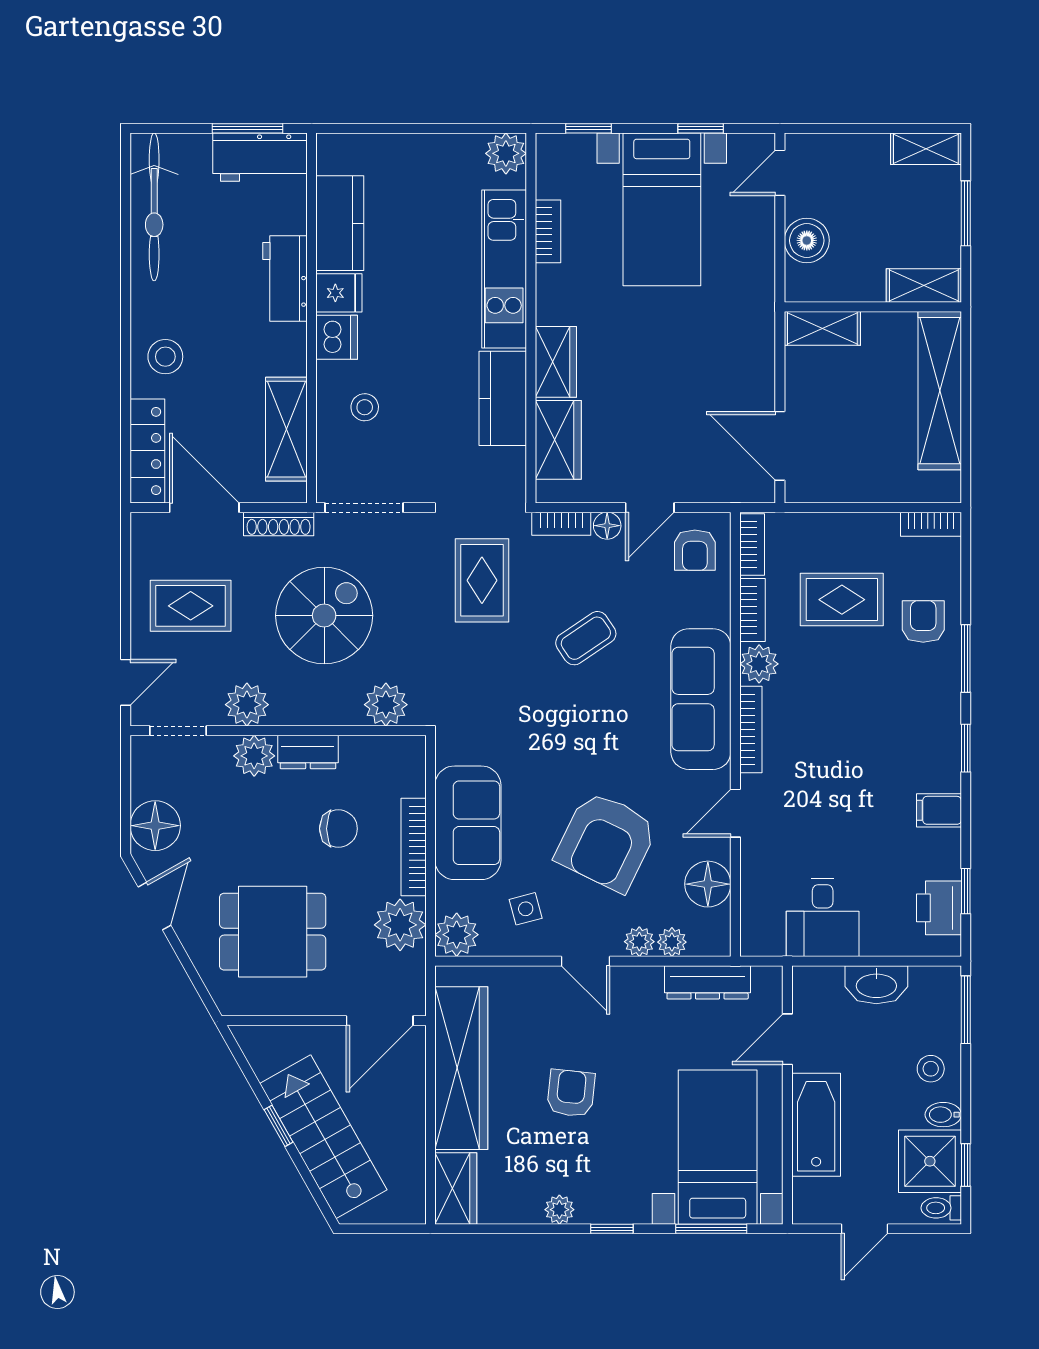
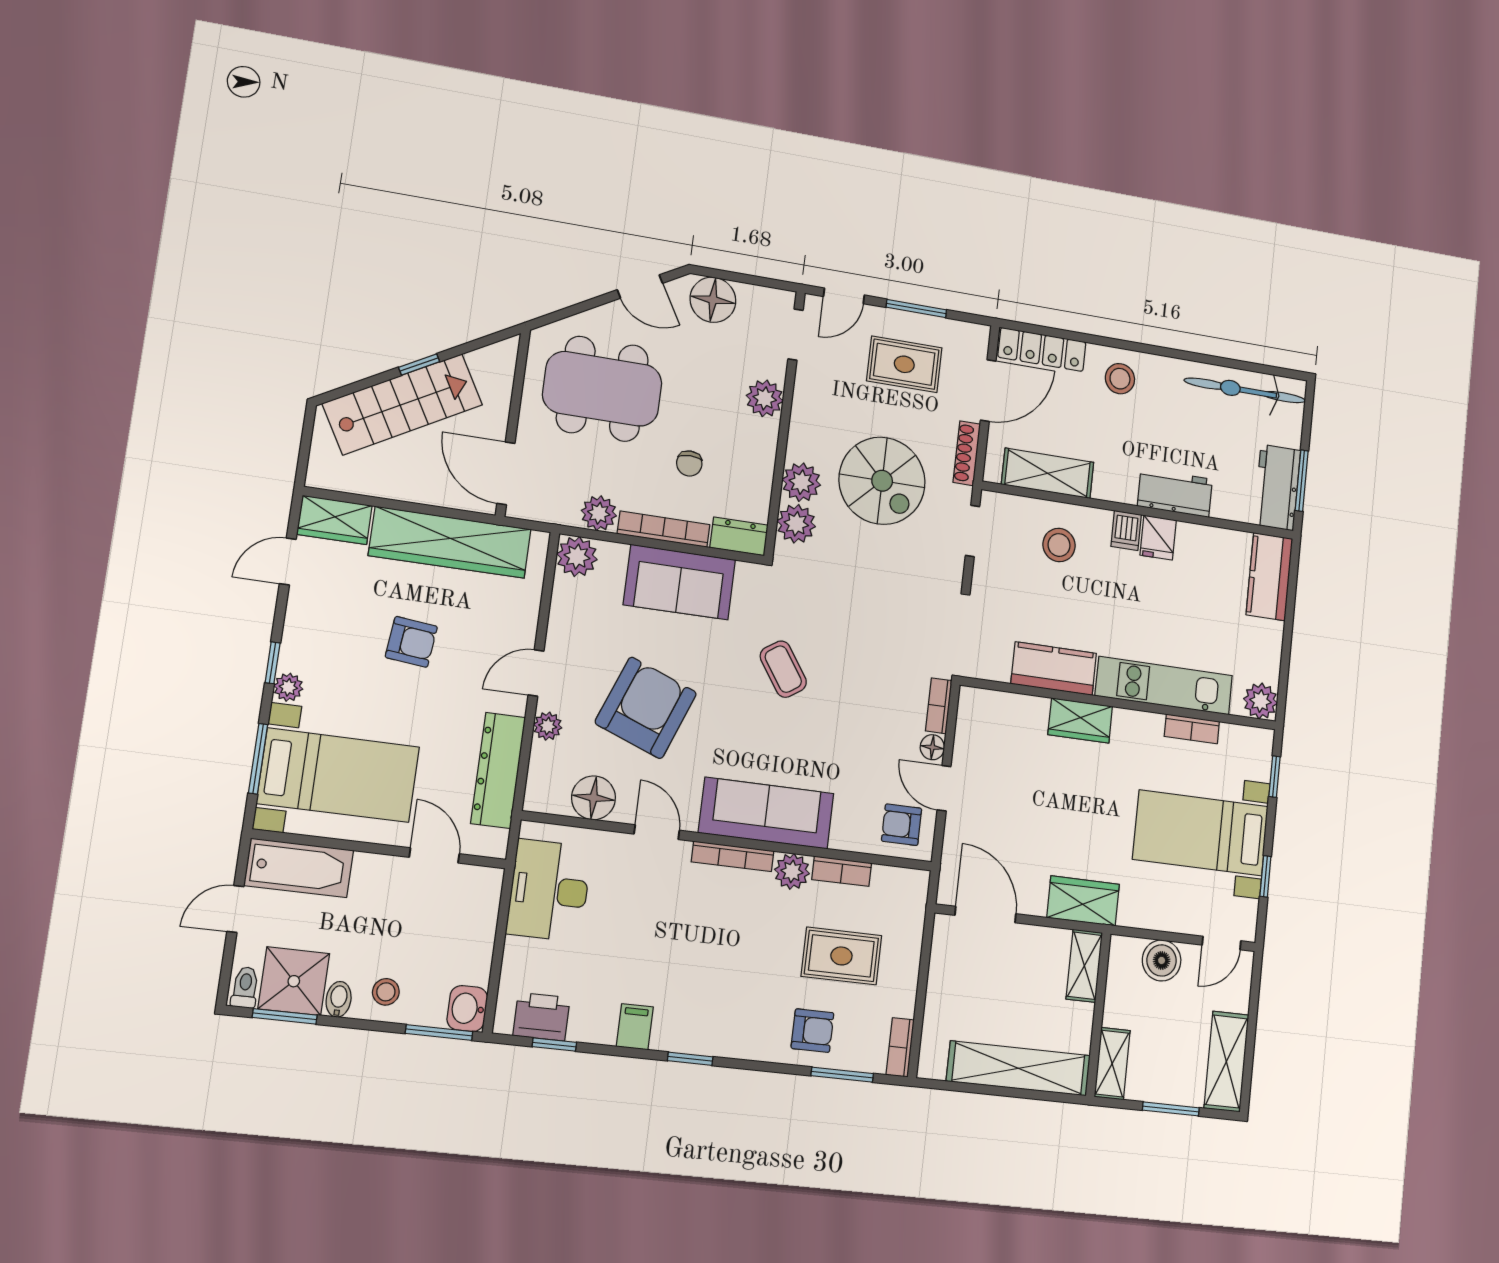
shelving: (926, 149) -> (1226, 1062), width x1.50, depth x1.33
door: (780, 173) -> (1221, 943), swing flipped
kitchen counter: (340, 223) -> (1269, 577), moved, turned 90
dishwasher: (337, 337) -> (1126, 531), width x0.73
stool: (365, 407) -> (1059, 545), width x1.37, depth x1.37
wardrobe: (558, 440) -> (1083, 901), moved, turned 180
door: (780, 446) -> (985, 915), hinge flipped
doorway: (364, 508) -> (973, 531), width x0.73
bookcase: (752, 544) -> (901, 878), removed
rug: (482, 580) -> (897, 627), removed
window: (126, 600) -> (916, 308), added
rug: (842, 600) -> (841, 956), turned 90
rug: (191, 606) -> (904, 364), turned 90
coffee table: (586, 638) -> (783, 669), moved
window: (966, 659) -> (842, 1075), moved
door: (126, 682) -> (844, 296), hinge flipped
plant: (247, 705) -> (801, 482), moved
dresser: (308, 752) -> (739, 536), moved, turned 90
chair: (338, 829) -> (689, 463), width x0.73, depth x0.73
armchair: (606, 841) -> (646, 708), turned 85
side table: (526, 909) -> (593, 624), removed
desk: (823, 917) -> (549, 890), width x1.37
plant: (400, 925) -> (599, 513), width x0.73, depth x0.73
dining table: (273, 932) -> (602, 389), width x1.38
plant: (672, 942) -> (543, 757), removed
dresser: (708, 982) -> (498, 770), width x1.37, depth x1.24
washbasin: (876, 985) -> (467, 1009), moved, width x0.72
bathtub: (816, 1125) -> (299, 868), moved
window: (966, 1165) -> (285, 1016), width x1.50
plant: (559, 1210) -> (288, 687), moved
door: (506, 1229) -> (288, 561), added
door: (865, 1229) -> (235, 909), hinge flipped

